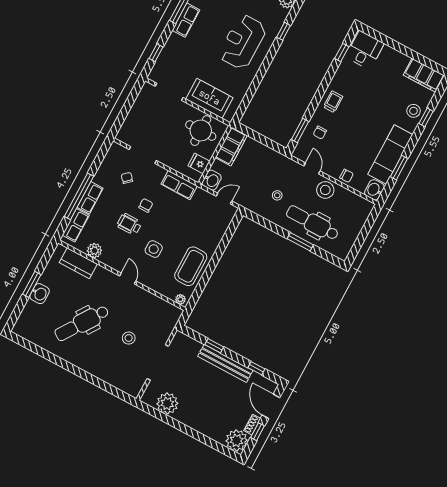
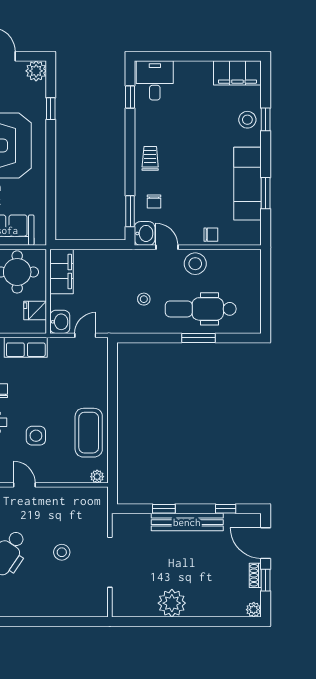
washbasin: (374, 190) -> (145, 233), moved, turned 180
plant: (167, 403) -> (172, 603), moved
plant: (237, 440) -> (254, 610), width x0.53, depth x0.53

